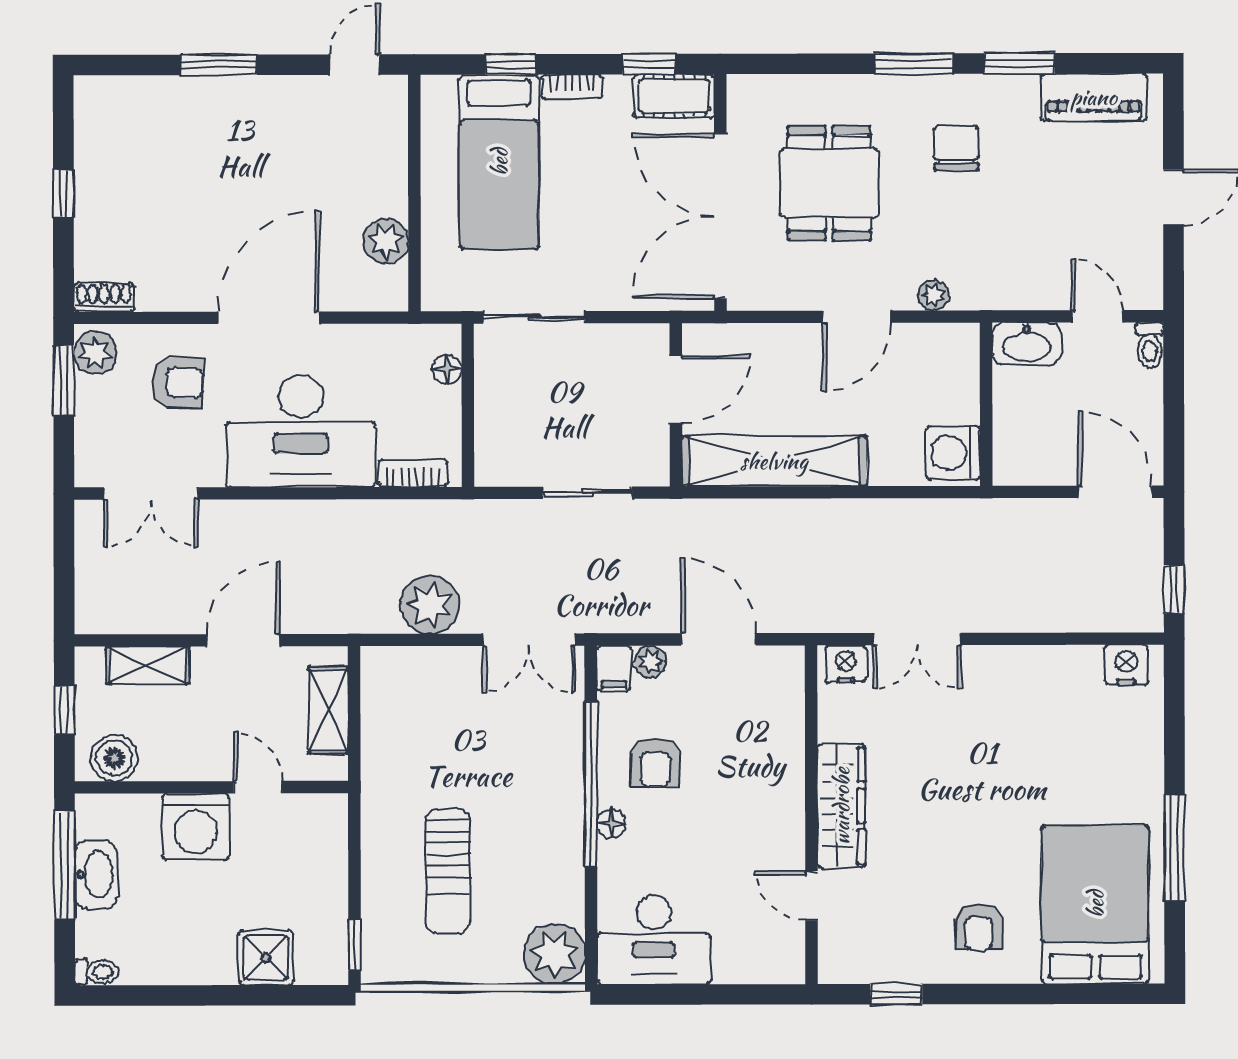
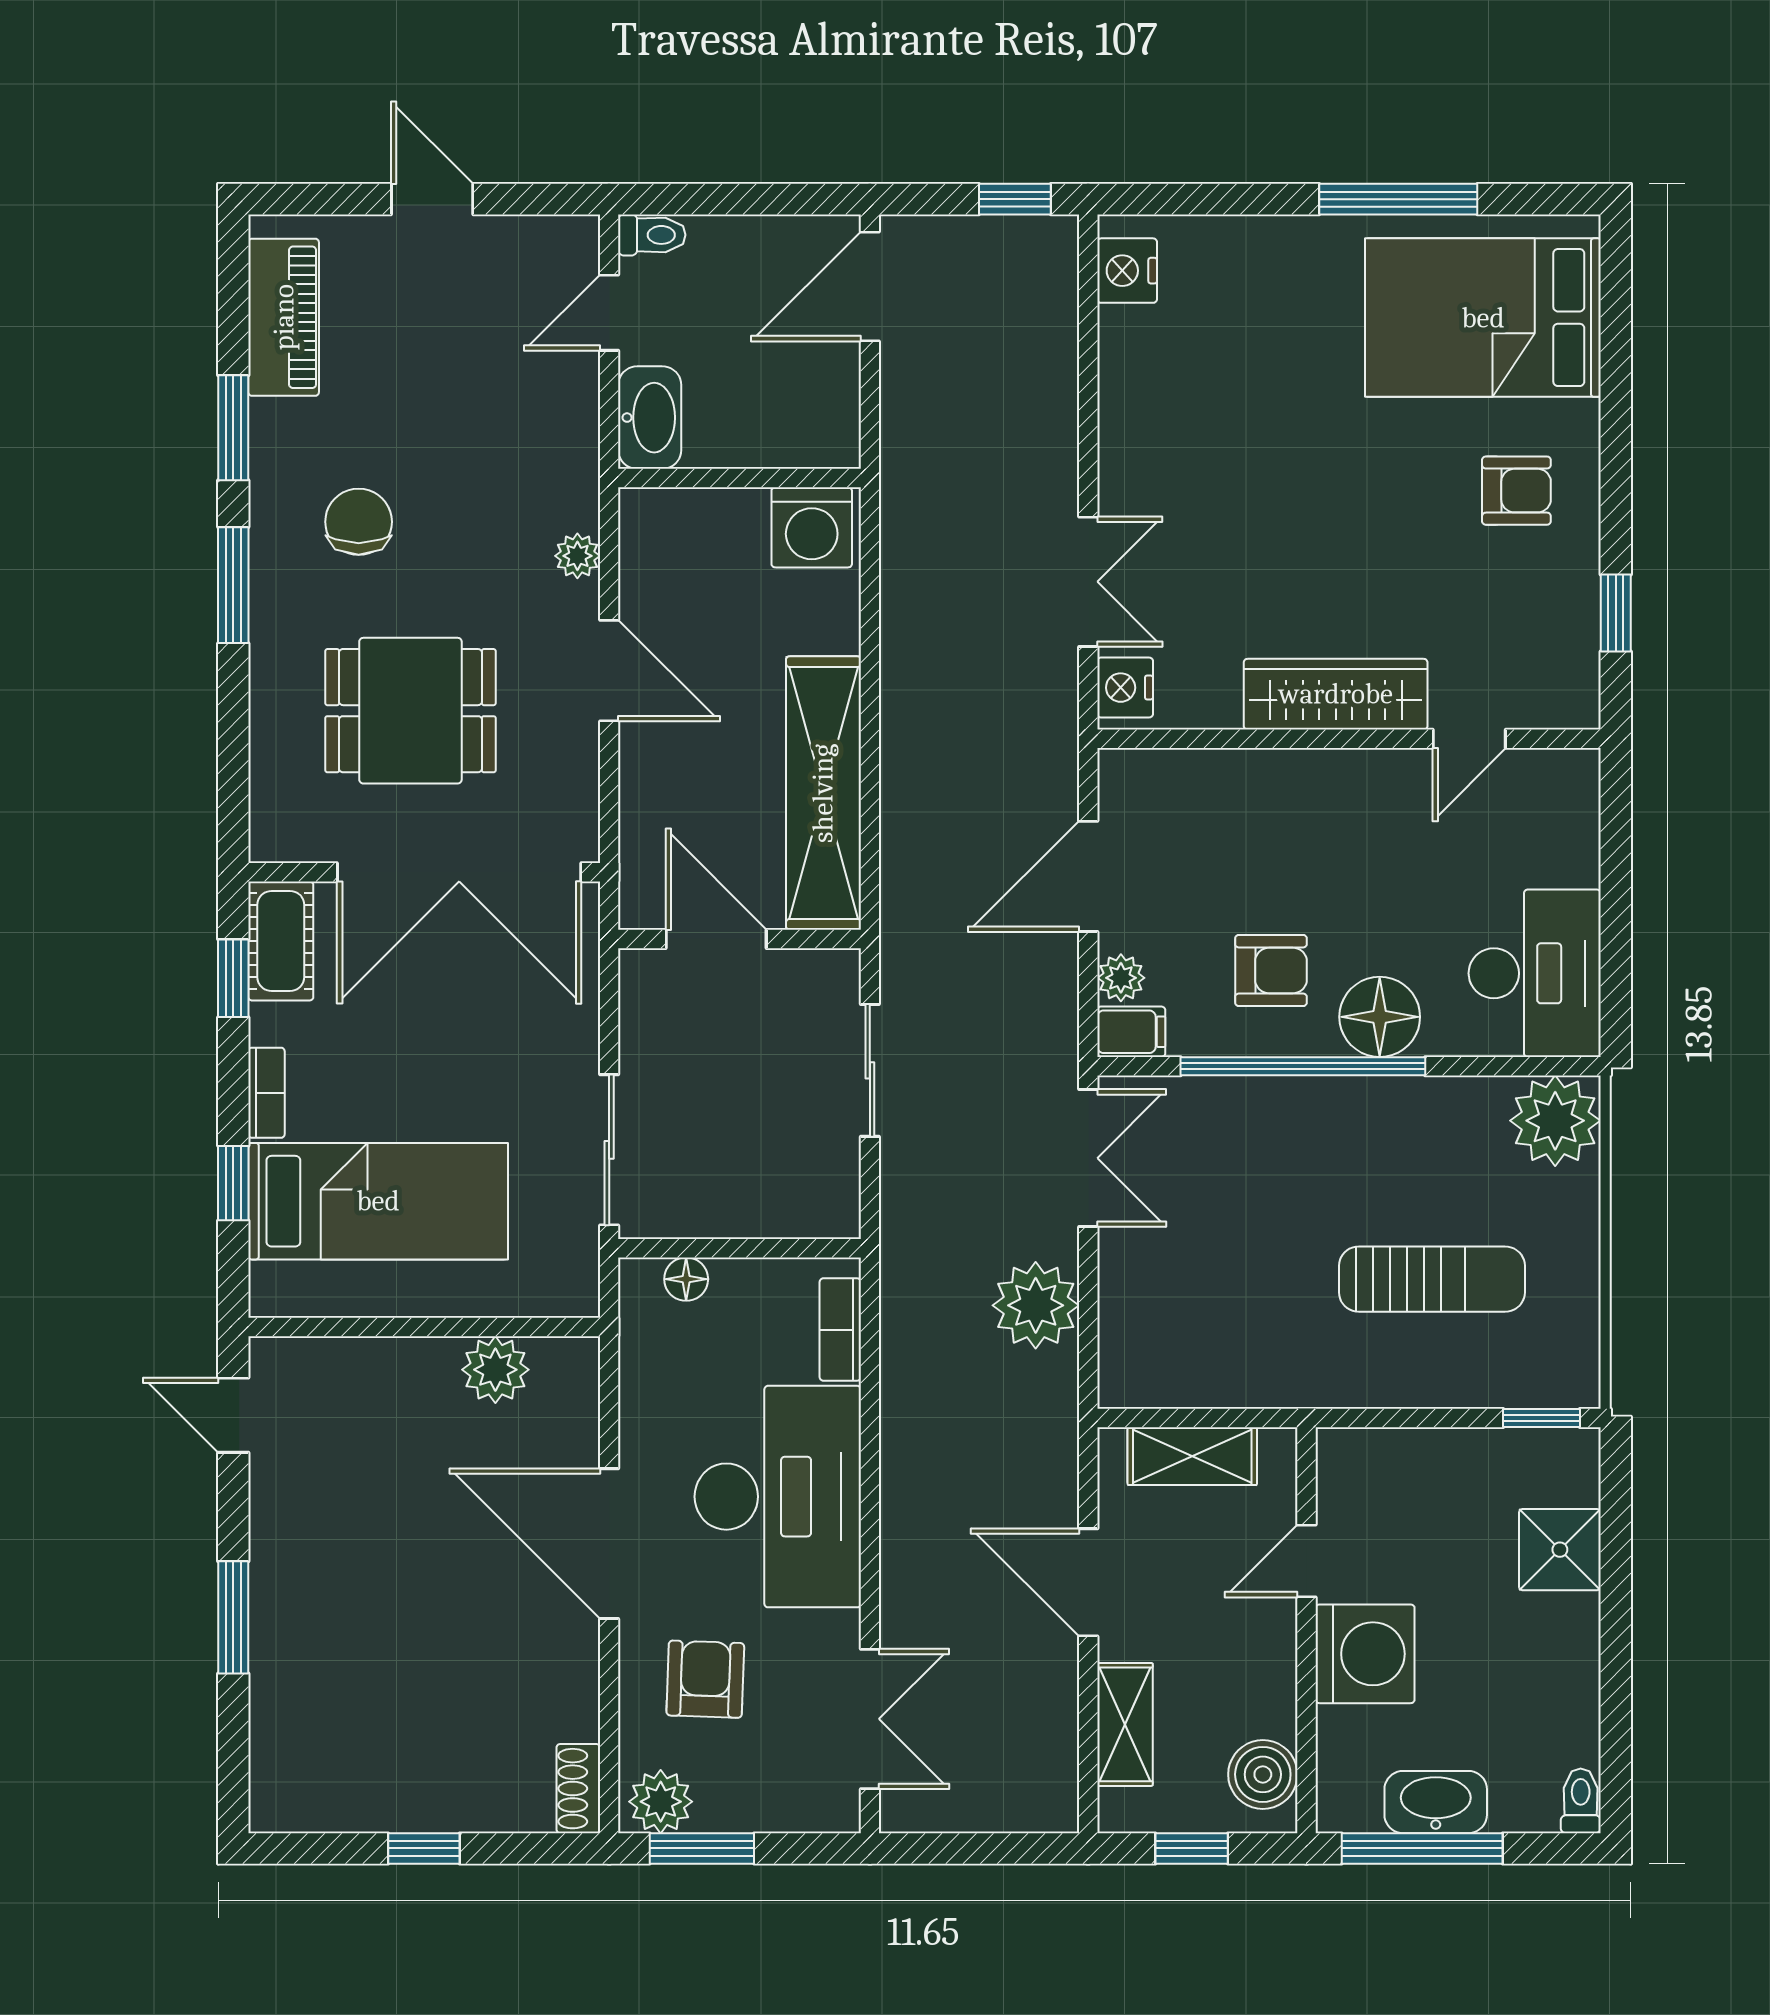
chair: (956, 148) -> (359, 522), turned 90
floor lamp: (611, 823) -> (1380, 1017), width x1.89, depth x1.89

